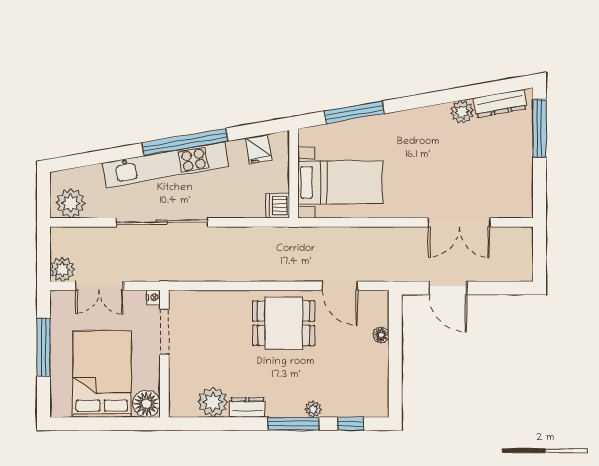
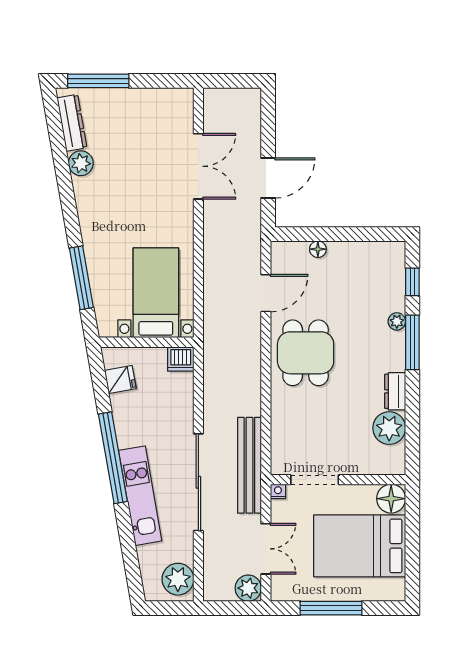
kitchen unit: (165, 165) -> (140, 496), width x0.73
bench: (178, 270) -> (249, 465), added

